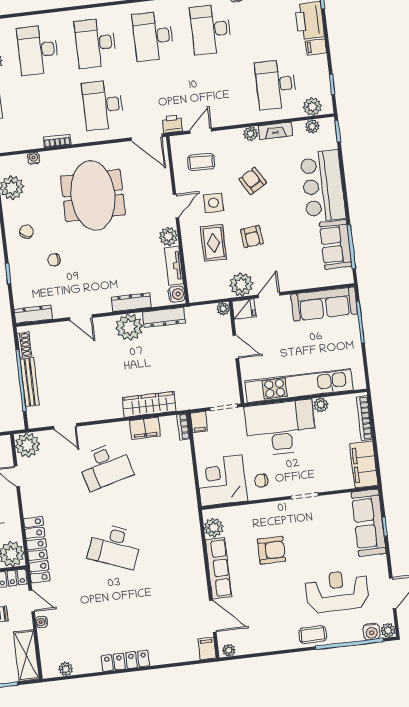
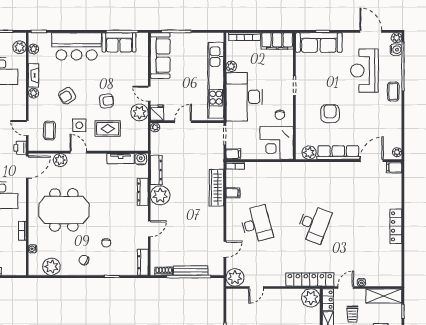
plant: (168, 236) -> (60, 160), moved
filing cabinet: (145, 428) -> (233, 193), width x0.50
plant: (66, 669) -> (397, 269), removed

